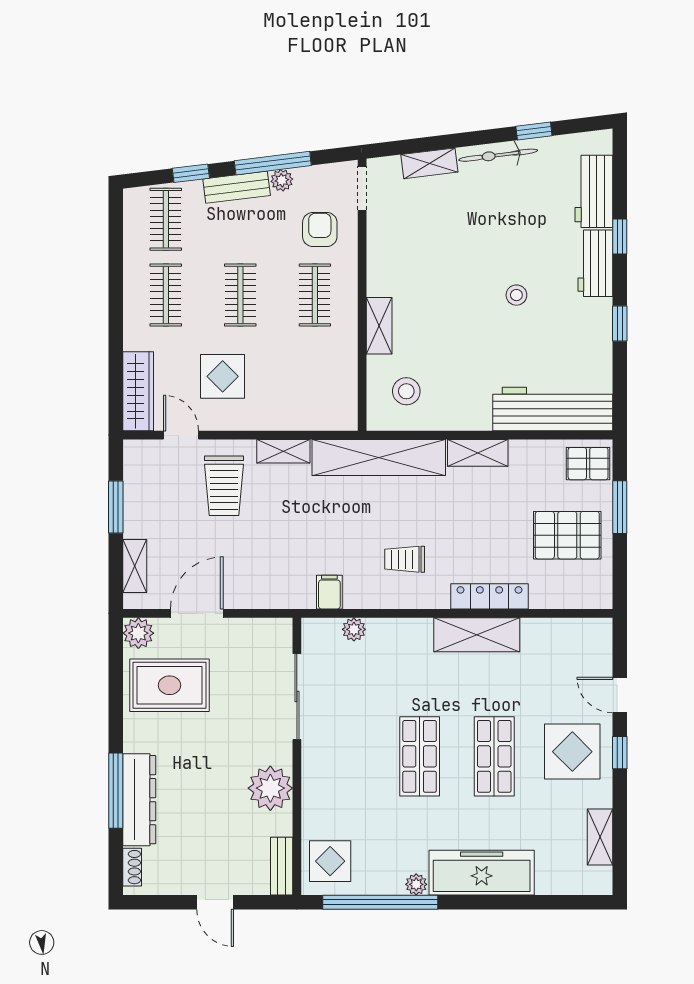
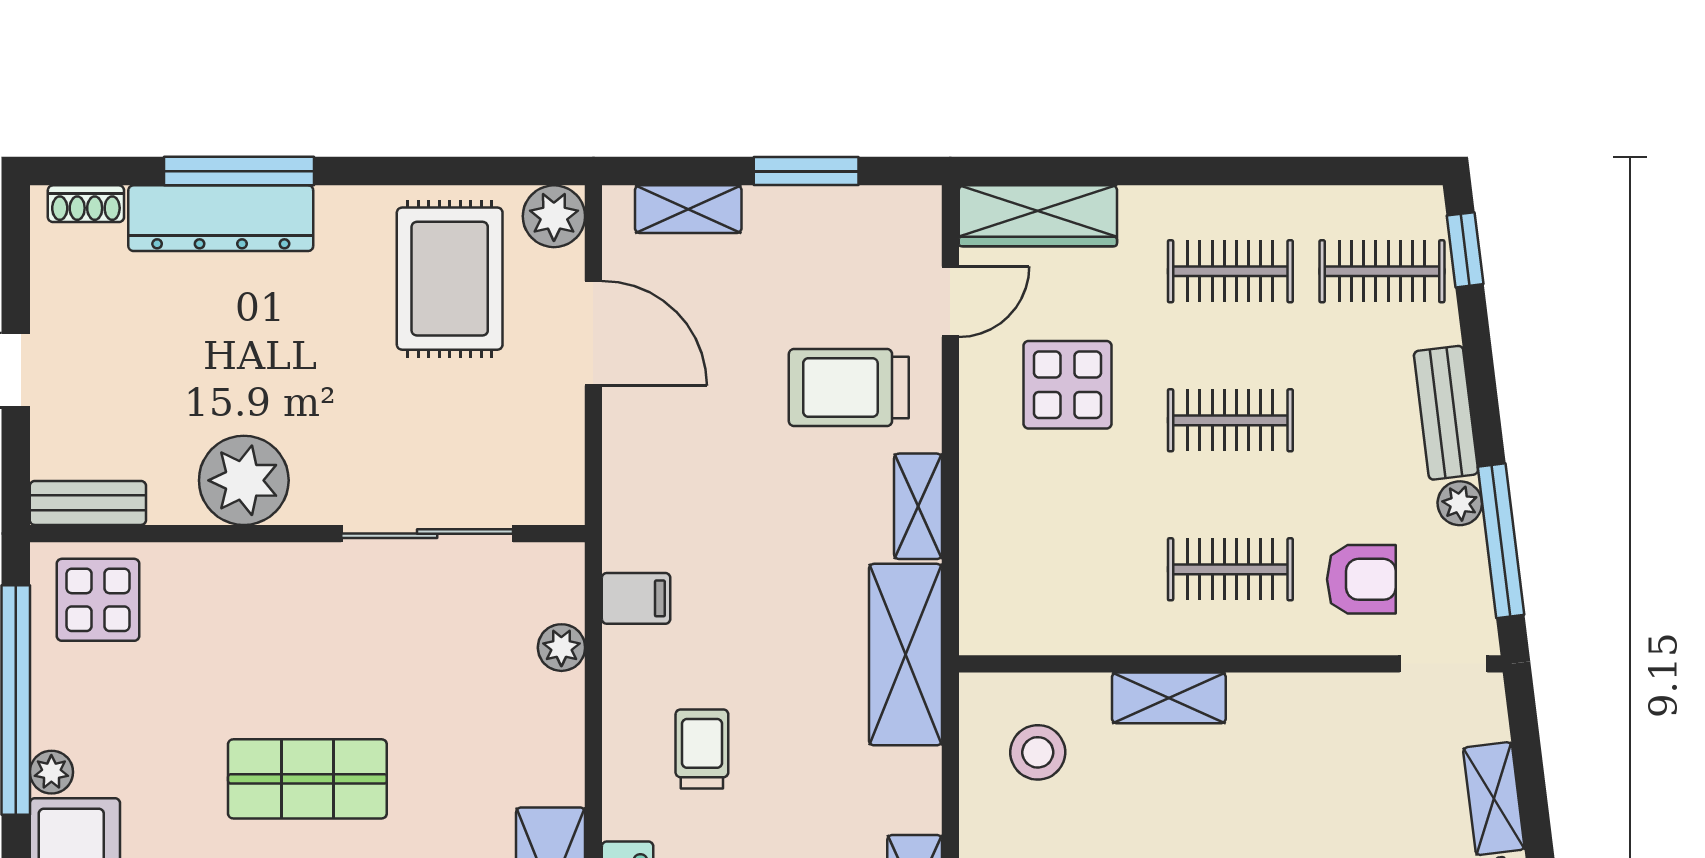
window: (273, 163) -> (1501, 541), moved
window: (191, 173) -> (1465, 250), moved
shelving: (379, 457) -> (905, 655), width x0.68

